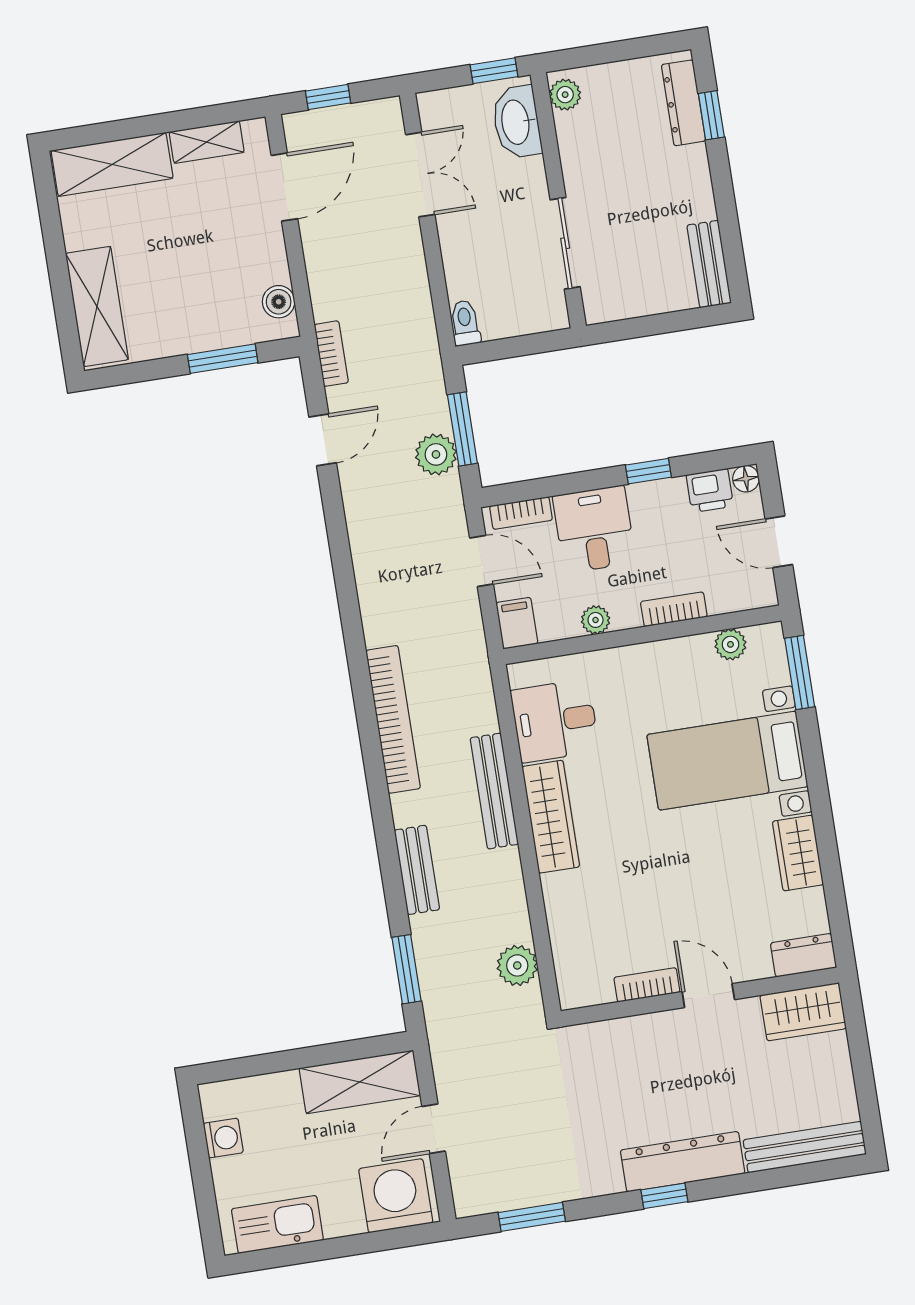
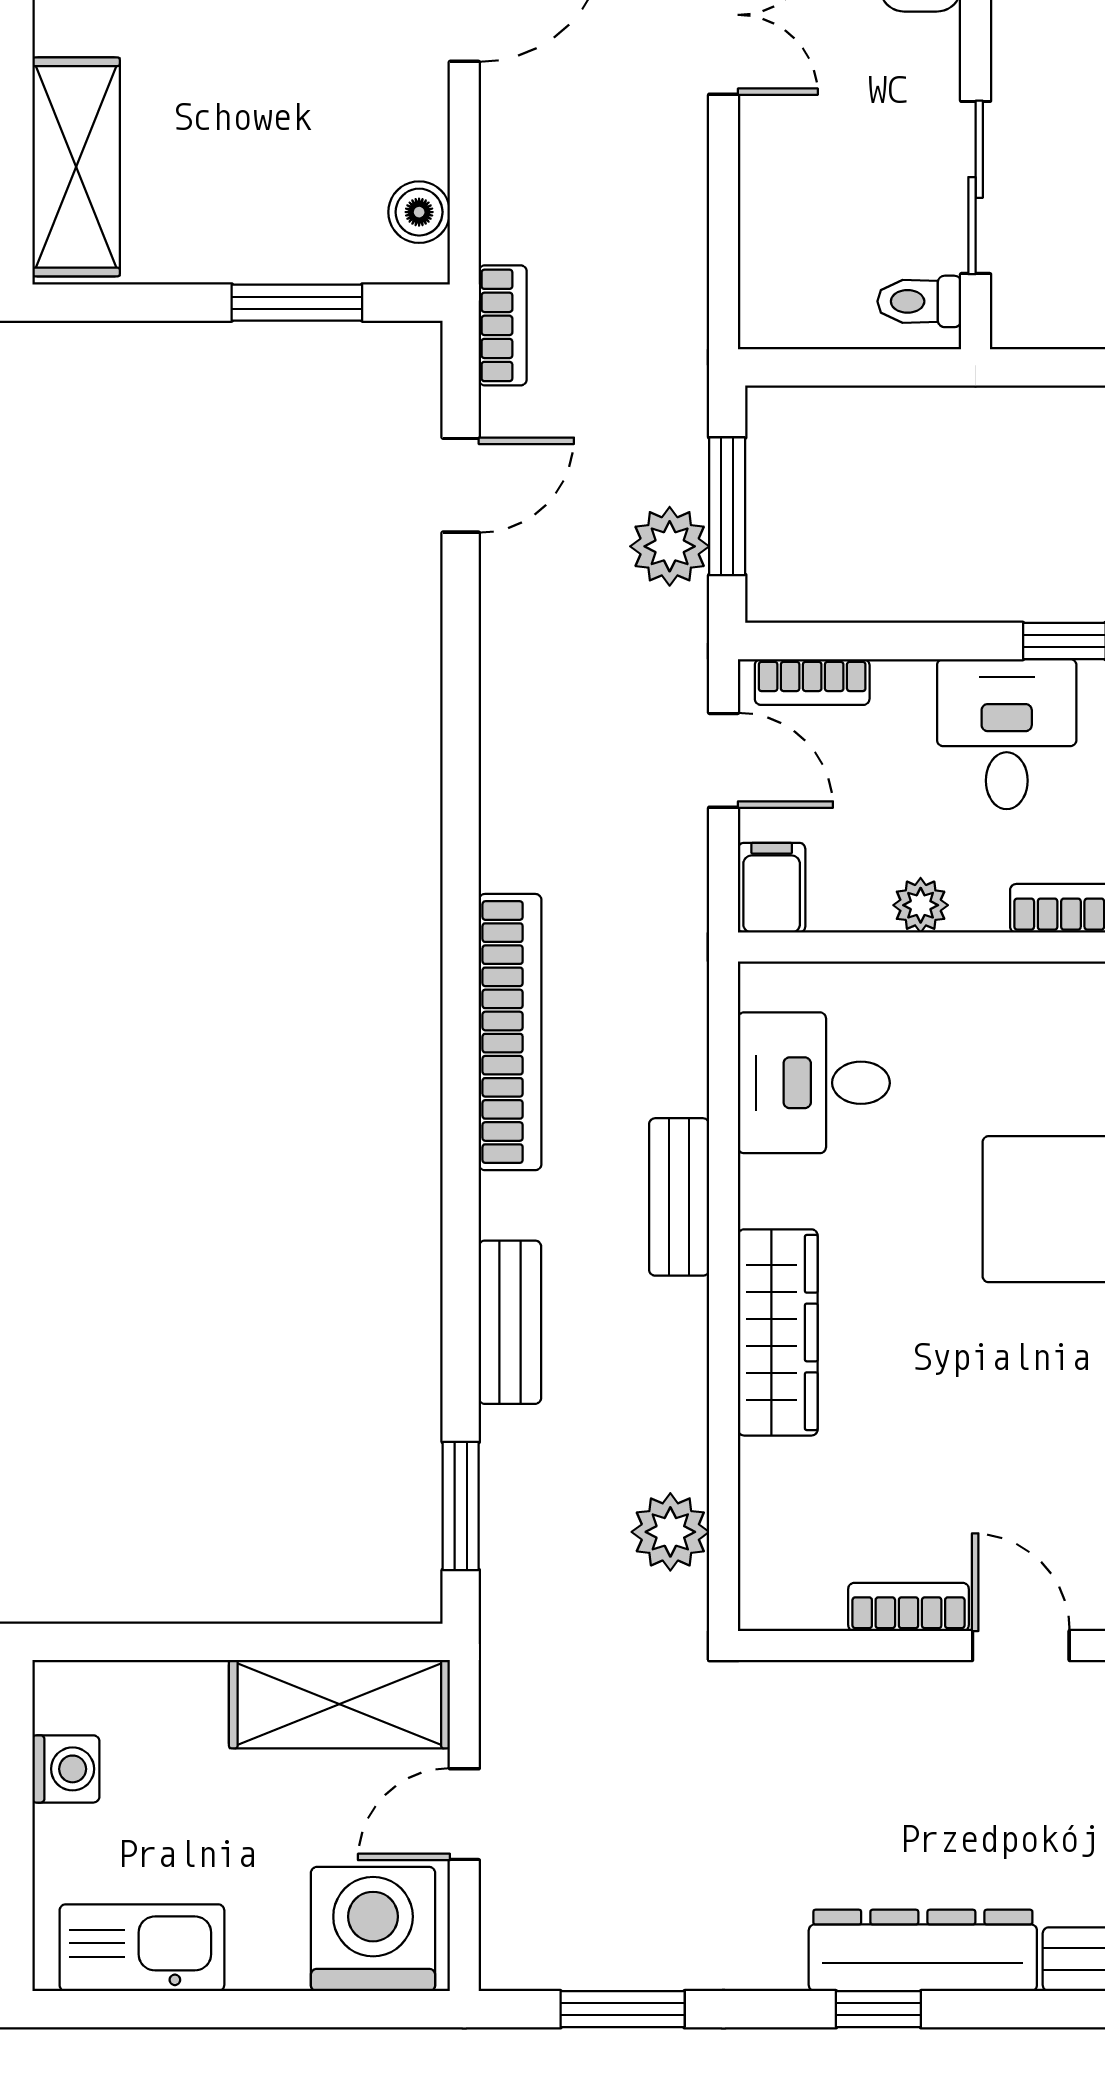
toilet: (465, 323) -> (919, 301), moved, turned -90
desk: (594, 529) -> (1007, 734), moved
bench: (494, 791) -> (679, 1197), width x0.73
wardrobe: (551, 817) -> (778, 1332), moved

